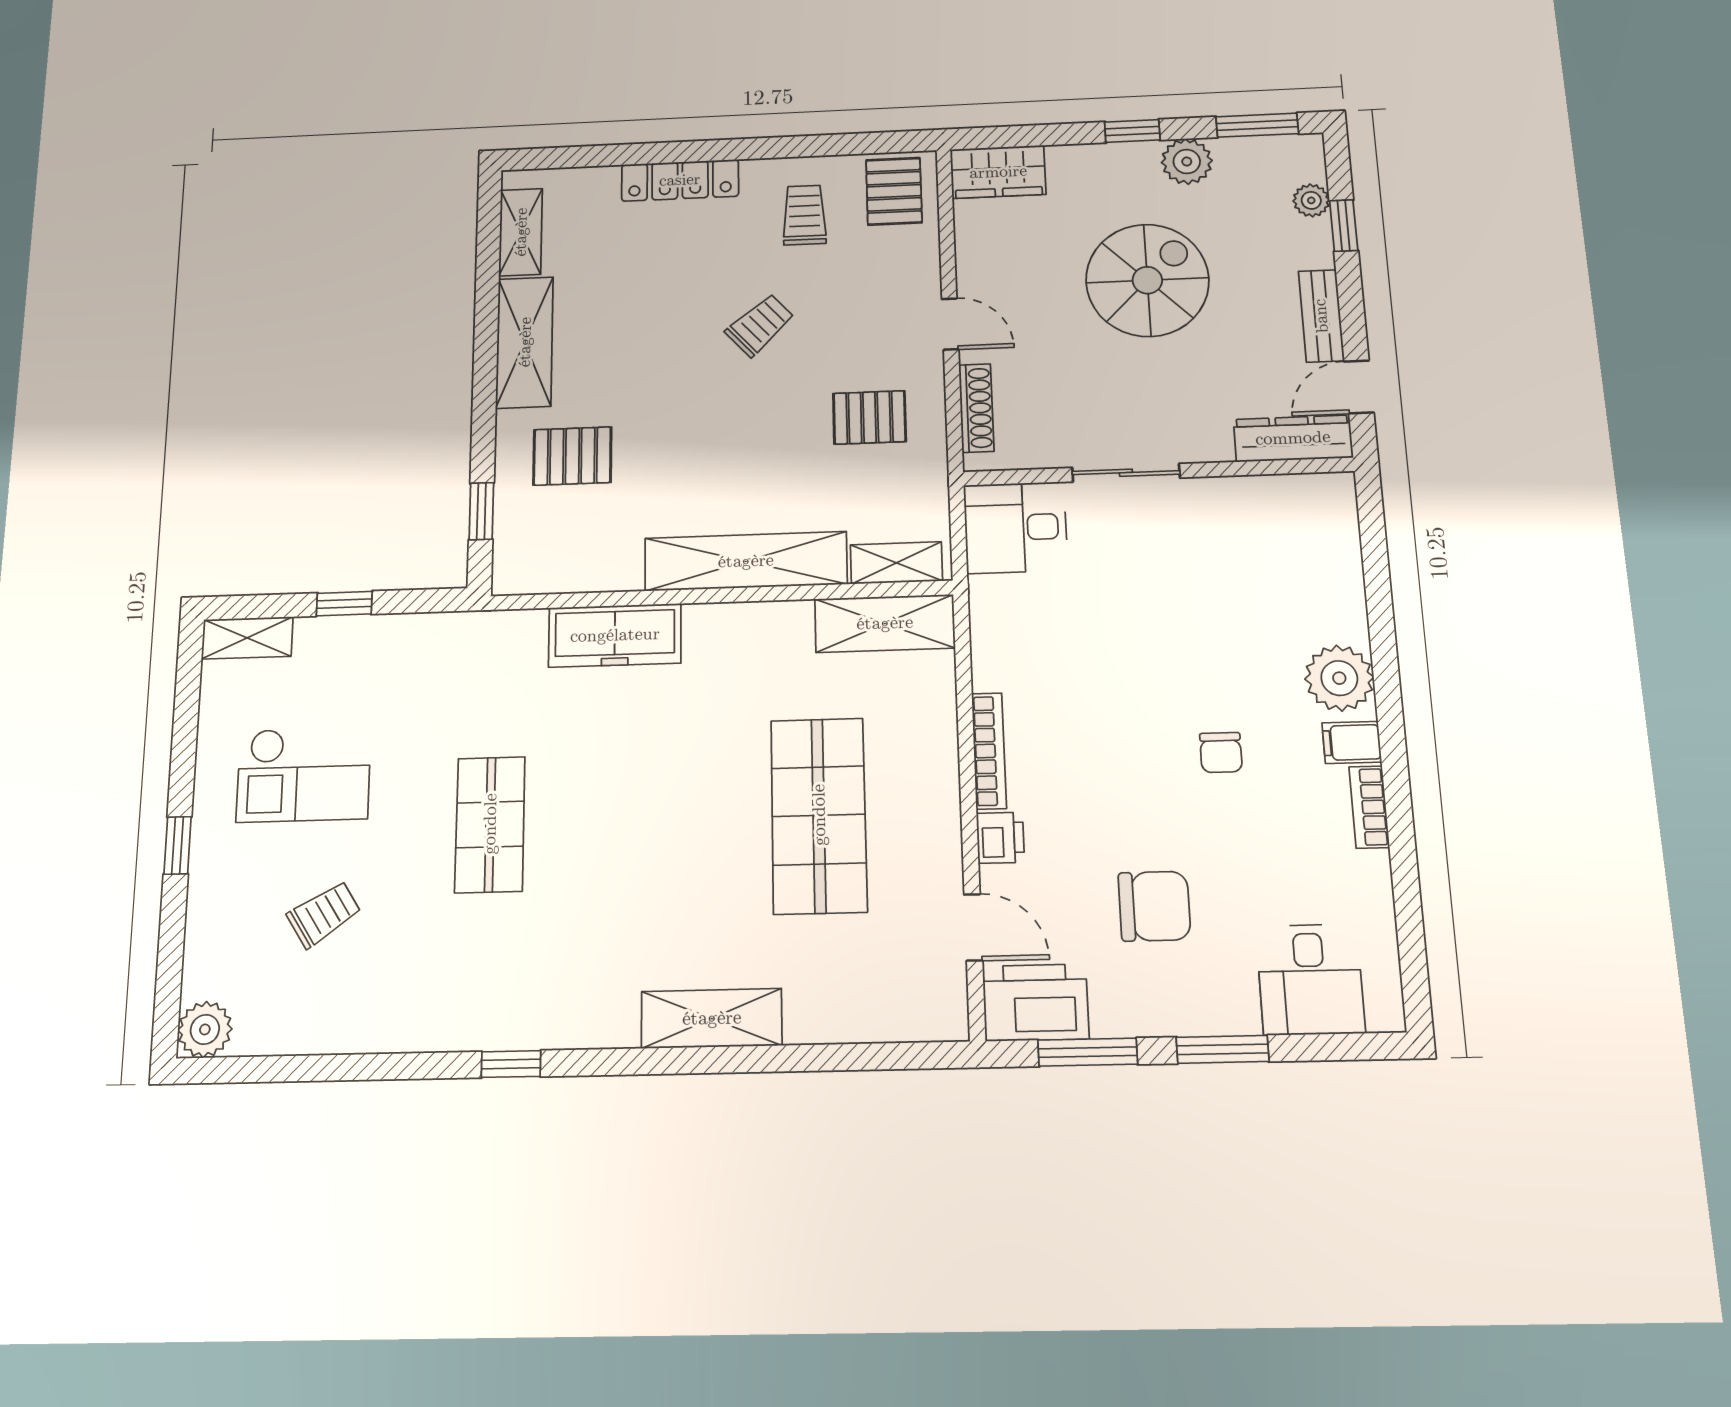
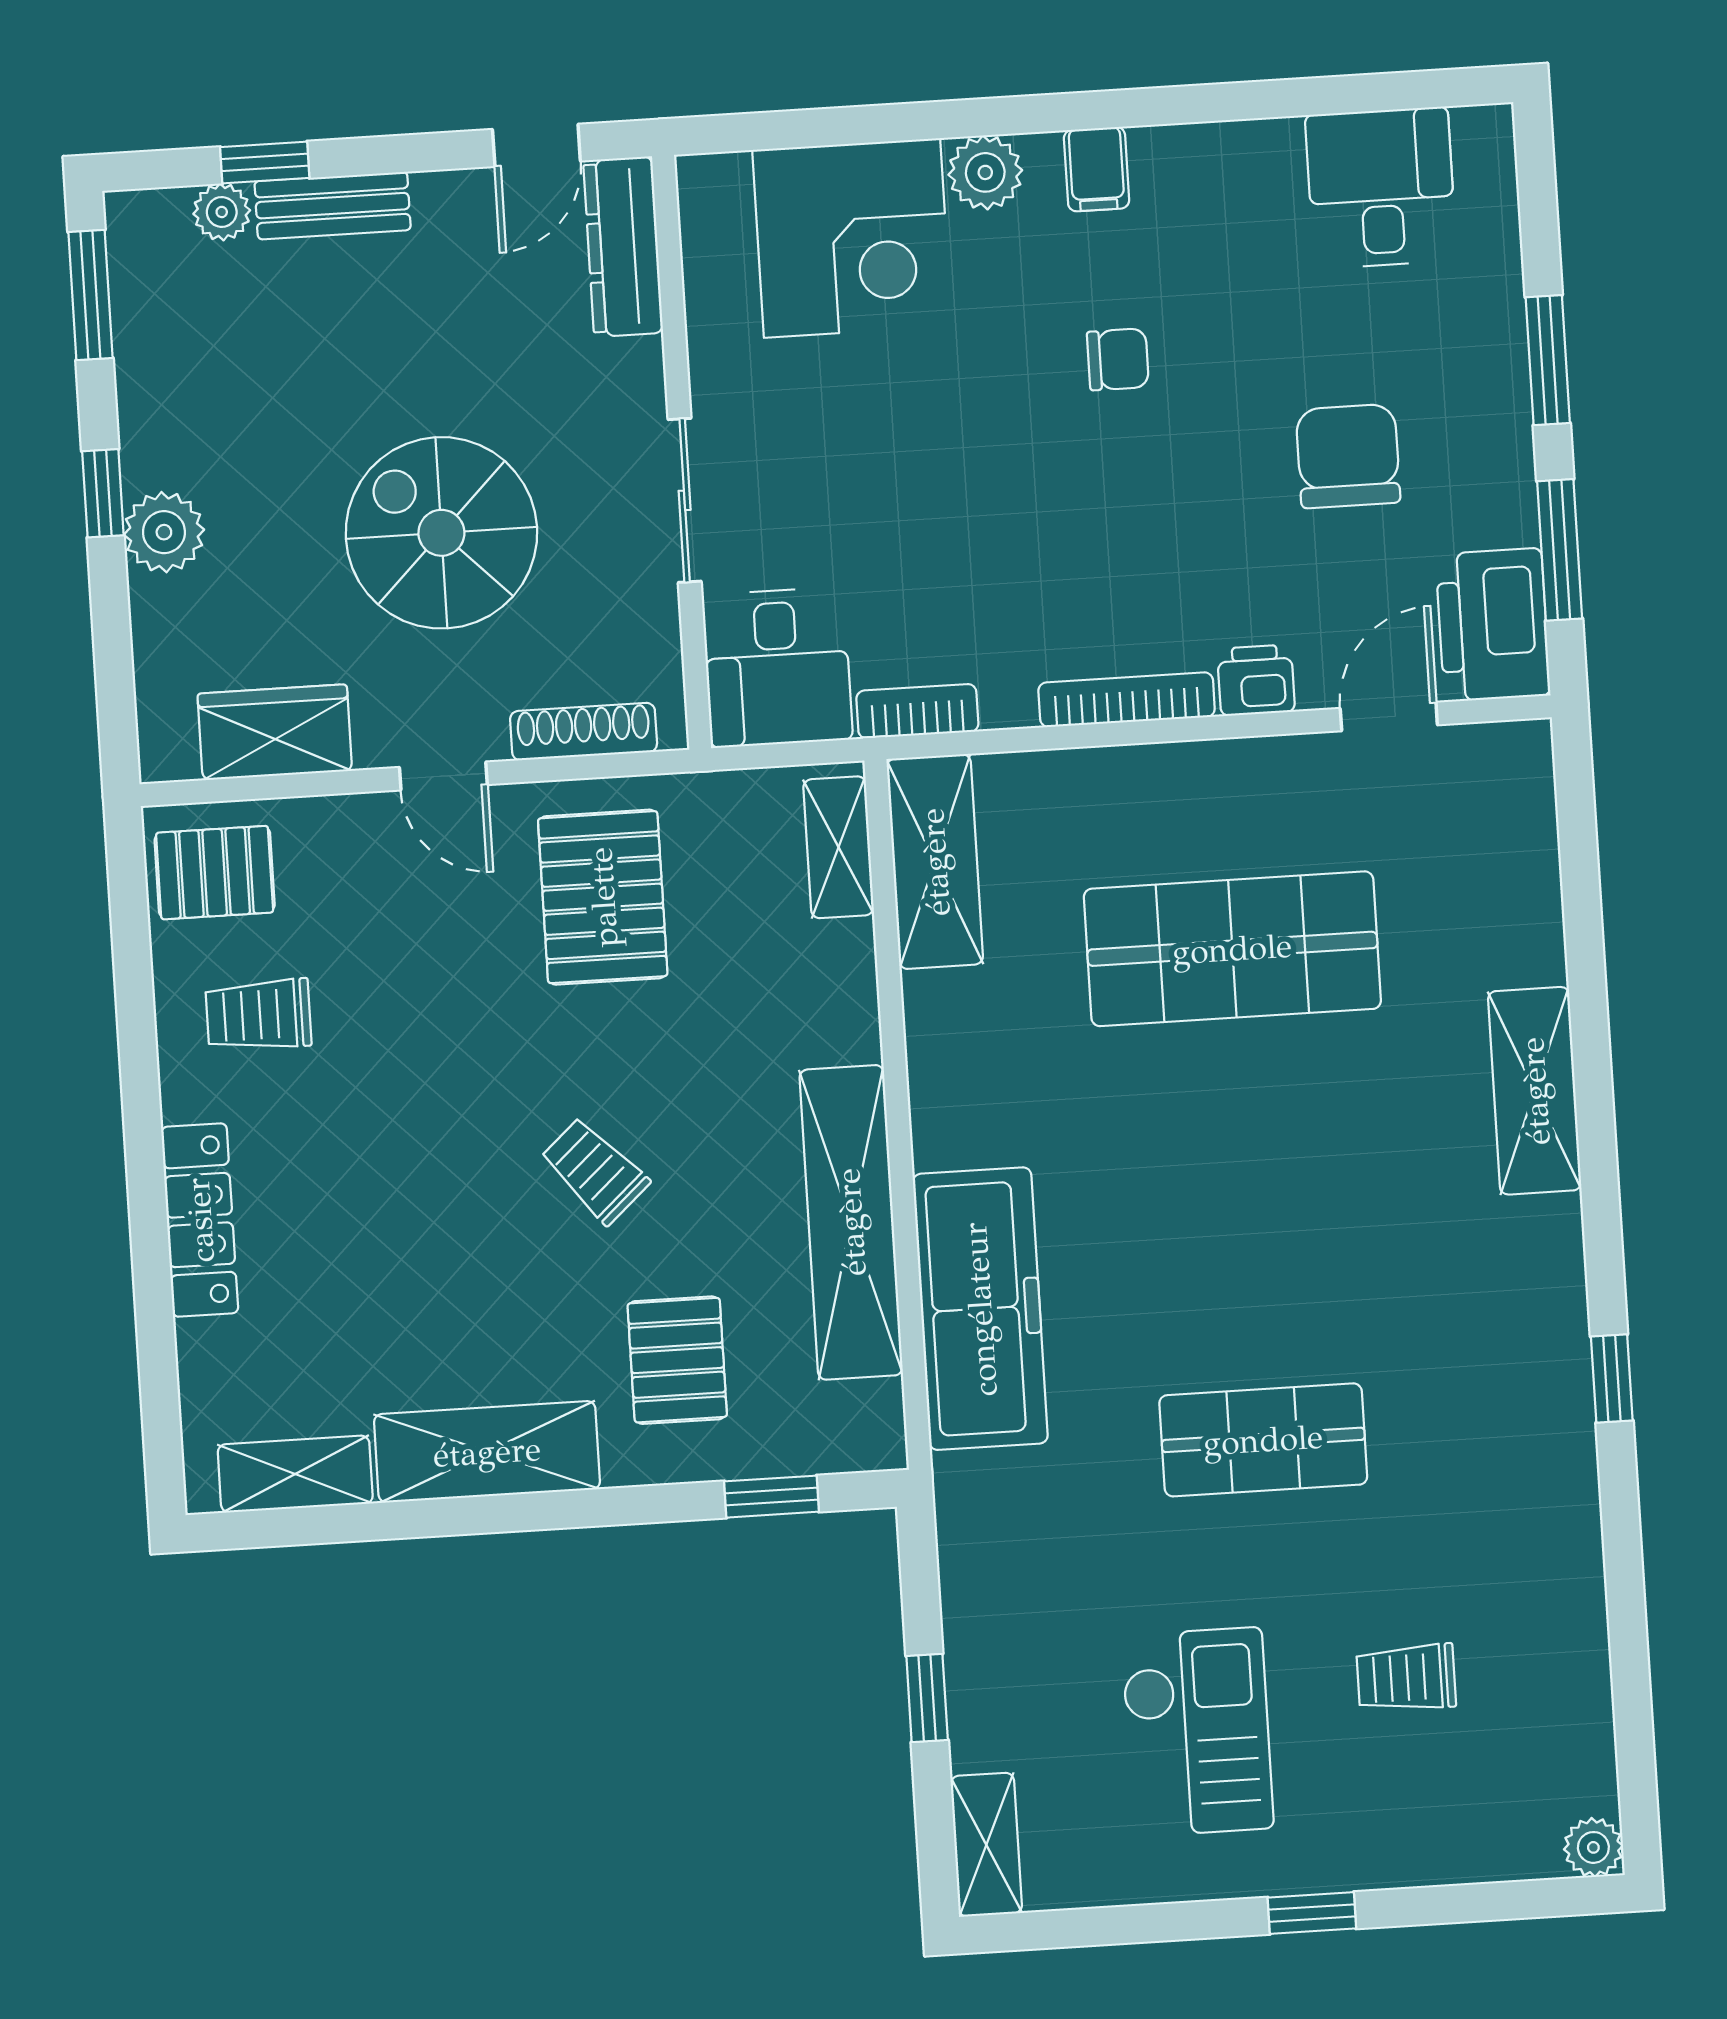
plant: (1187, 162) -> (164, 532), moved
wardrobe: (998, 172) -> (275, 732), moved, turned -90
spiral stairs: (1147, 280) -> (441, 533), moved
bench: (1321, 316) -> (333, 206), moved
door: (950, 324) -> (443, 776), swing flipped
trolley: (760, 325) -> (595, 1171), moved
door: (1359, 387) -> (536, 145), hinge flipped
pallet: (870, 417) -> (603, 897), width x1.50, depth x1.42
shelving: (746, 561) -> (851, 1222), moved
corner desk: (1301, 582) -> (852, 238), added
freezer: (615, 635) -> (980, 1309), width x1.36, depth x1.26
plant: (1339, 678) -> (985, 172), width x0.73, depth x0.73
bookcase: (1369, 807) -> (917, 711), moved, turned 180
trolley: (324, 914) -> (1406, 1678), turned -58
desk: (1310, 979) -> (1381, 188), moved, turned -90
plant: (205, 1029) -> (1593, 1847), width x0.73, depth x0.73

